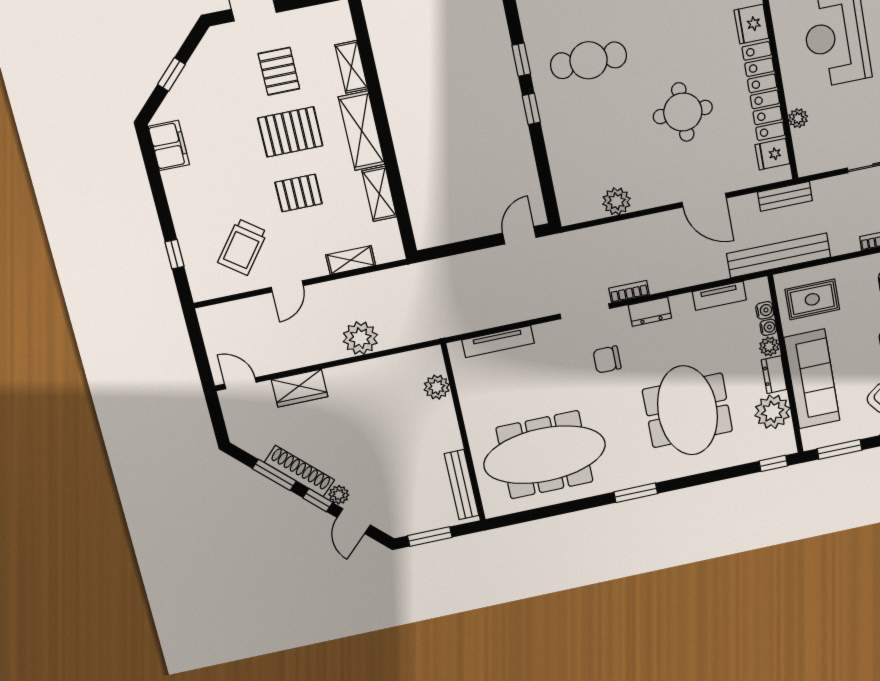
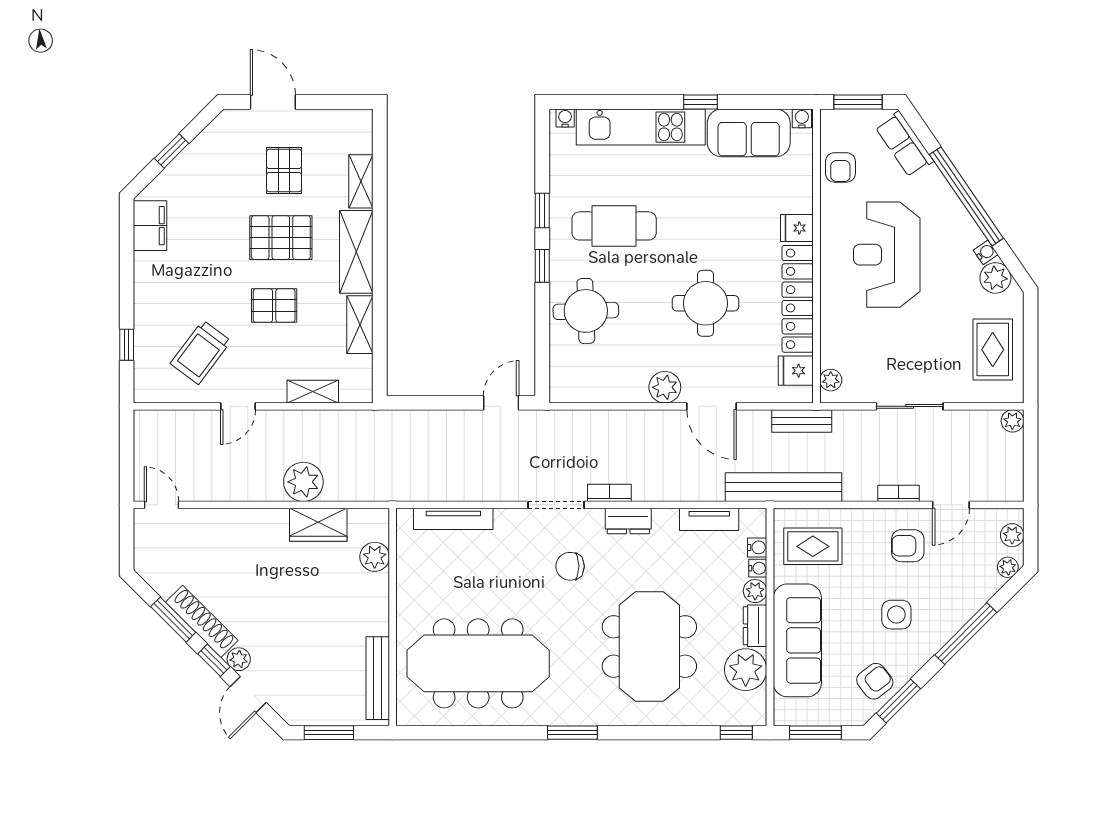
fridge: (751, 24) -> (797, 228), width x0.72
plant: (798, 118) -> (831, 380), moved
round table: (578, 141) -> (586, 311), added
plant: (616, 201) -> (665, 387), moved
wardrobe: (300, 388) -> (318, 525), moved

